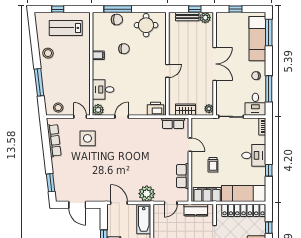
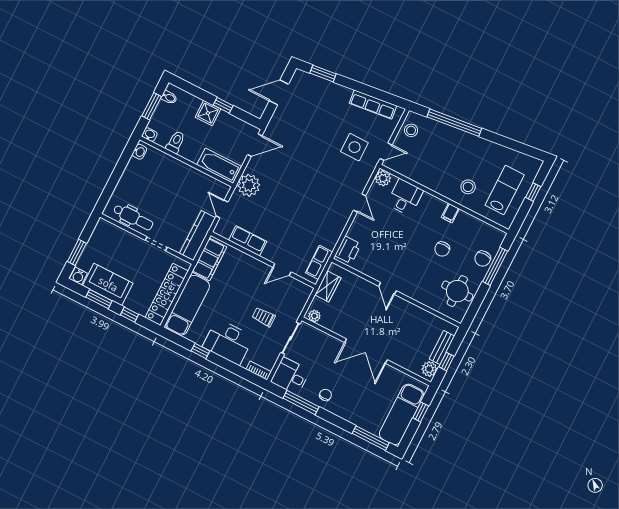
exam couch: (257, 39) -> (402, 414), moved, turned -90
stool: (48, 53) -> (468, 187), moved
window: (39, 82) -> (454, 123), width x1.46
desk: (254, 155) -> (228, 342), width x1.37
trolley: (213, 165) -> (264, 317), moved
kitchen counter: (196, 210) -> (197, 236), width x1.50

